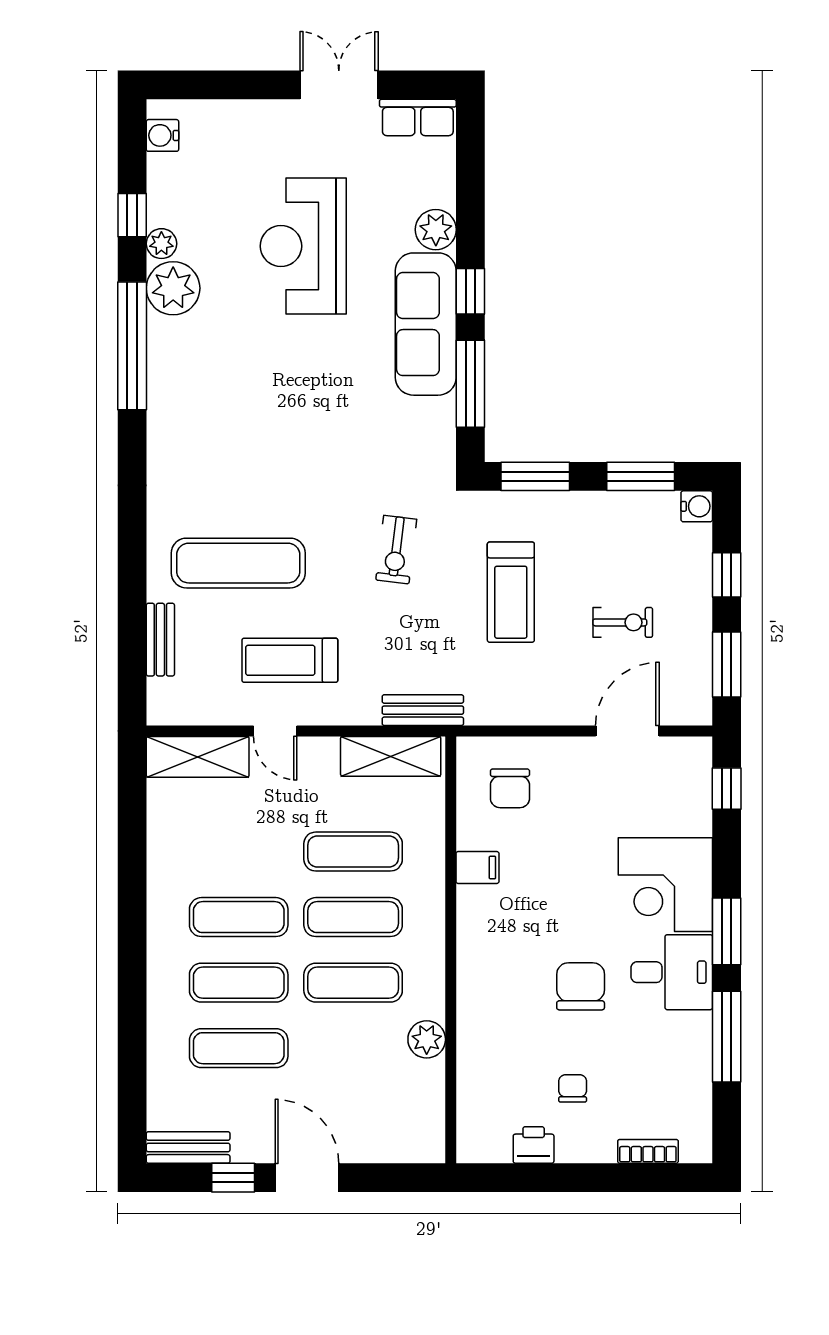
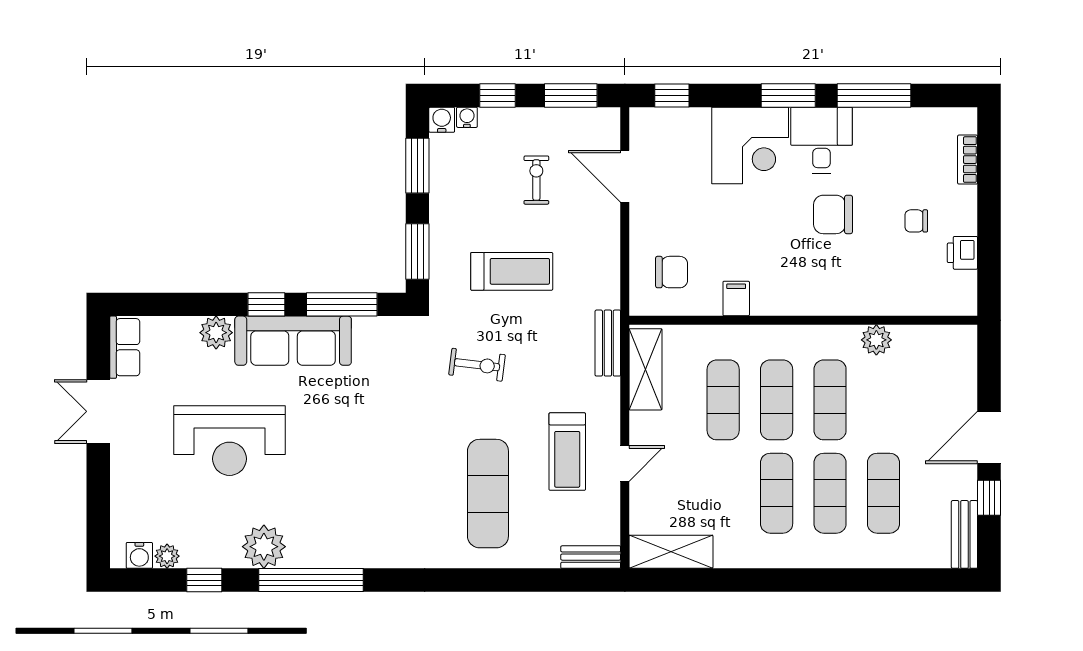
plant: (161, 244) -> (167, 556), moved
water cooler: (700, 537) -> (467, 117), added
bench: (160, 640) -> (591, 557), moved
shelving: (198, 757) -> (671, 552), moved, turned 90

